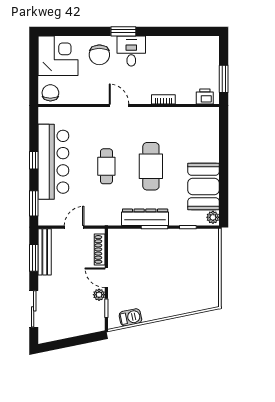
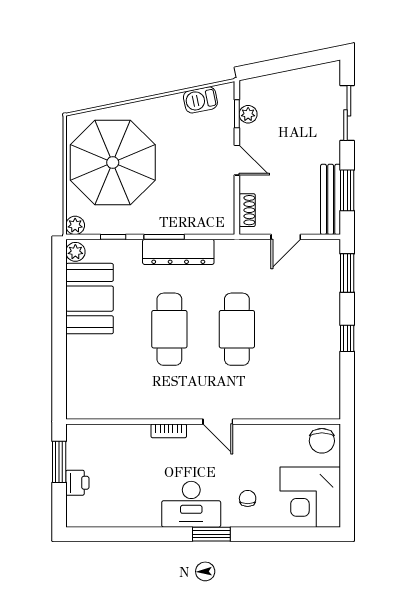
desk: (131, 51) -> (191, 504), width x1.37
chair: (99, 55) -> (248, 498), width x0.54, depth x0.54
printer: (205, 96) -> (77, 483), moved, turned -90
bookcase: (163, 99) -> (169, 431), moved
bar counter: (53, 162) -> (317, 336), removed
cafe table: (106, 166) -> (237, 329), width x1.37, depth x1.35
plant: (213, 235) -> (75, 225), added
shoe rack: (100, 249) -> (247, 210), width x0.70
parasol: (188, 276) -> (113, 163), added
plant: (99, 295) -> (248, 114), moved

